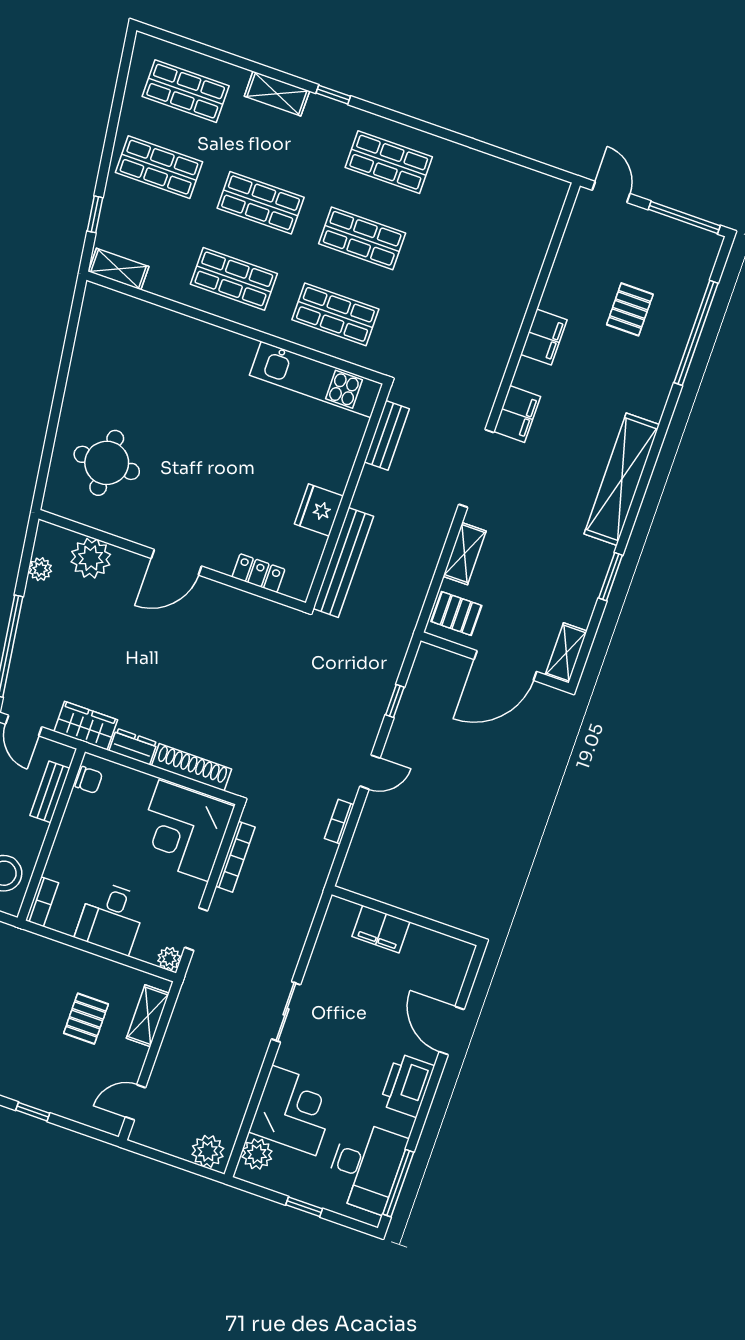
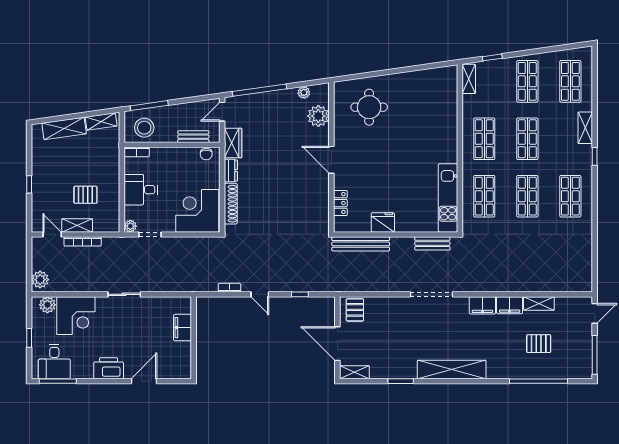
filing cabinet: (517, 414) -> (482, 305), moved
shelving: (465, 554) -> (539, 303), moved
bookcase: (235, 857) -> (83, 241), moved
shelving: (148, 1016) -> (77, 225), moved
desk: (366, 1167) -> (54, 362), width x0.73

